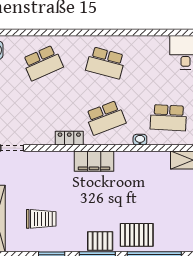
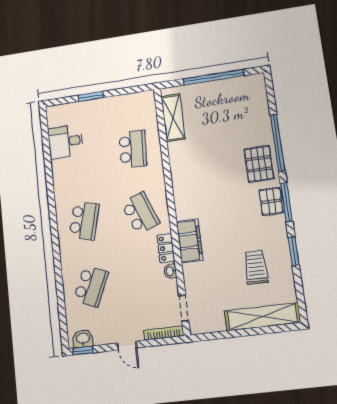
school desk: (43, 63) -> (91, 286), turned 48
washbasin: (140, 140) -> (170, 271), moved
filing cabinet: (94, 161) -> (190, 241), moved

